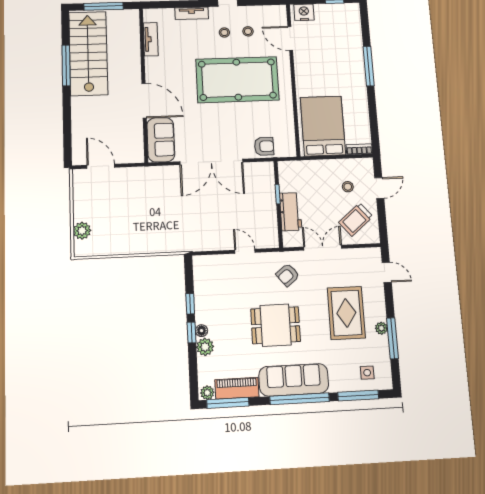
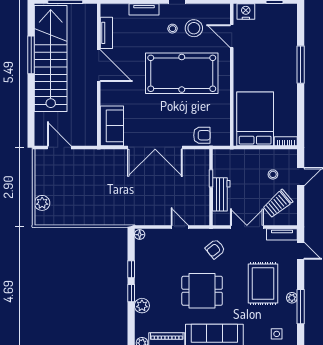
stool: (248, 31) -> (194, 28), width x1.89, depth x1.89
stairs: (88, 53) -> (51, 58), width x1.36
door: (144, 101) -> (99, 66), moved
tv unit: (364, 254) -> (282, 234), added
floor lamp: (202, 331) -> (140, 235), moved

